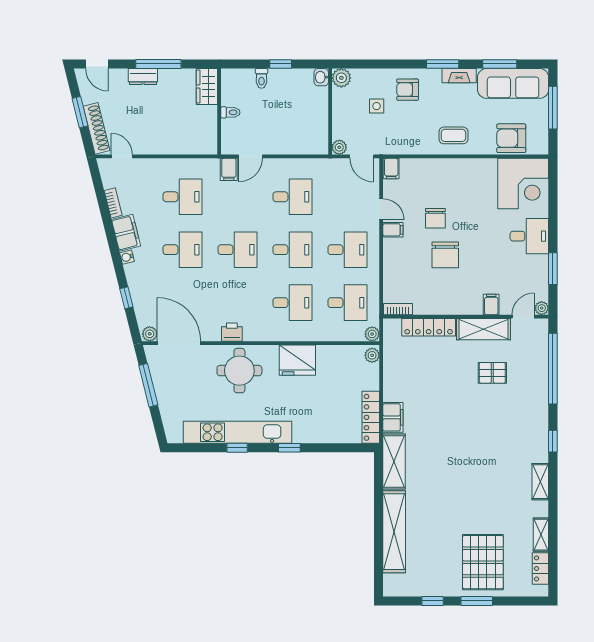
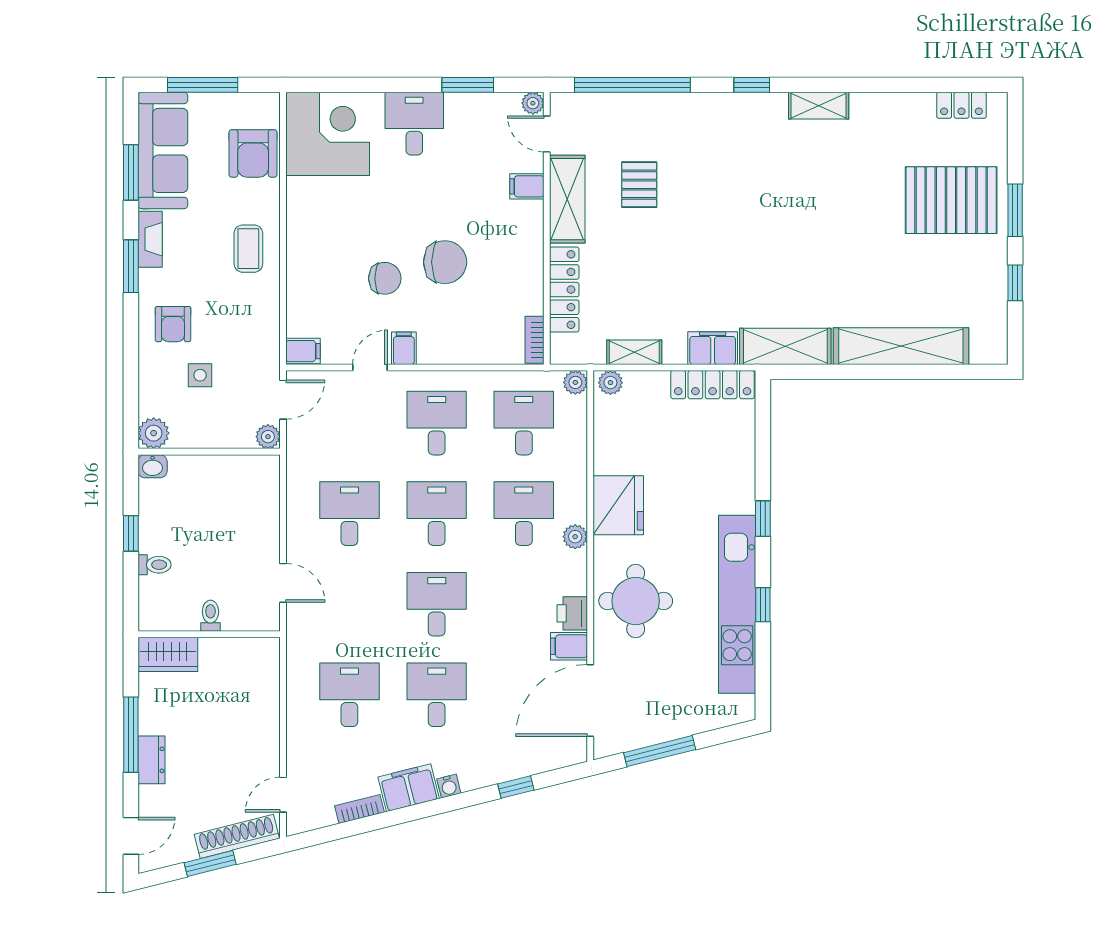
filing cabinet: (229, 169) -> (569, 646), moved, turned 180
plant: (150, 334) -> (575, 537), moved
shelving: (541, 535) -> (634, 352), moved

